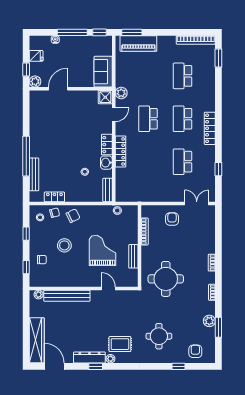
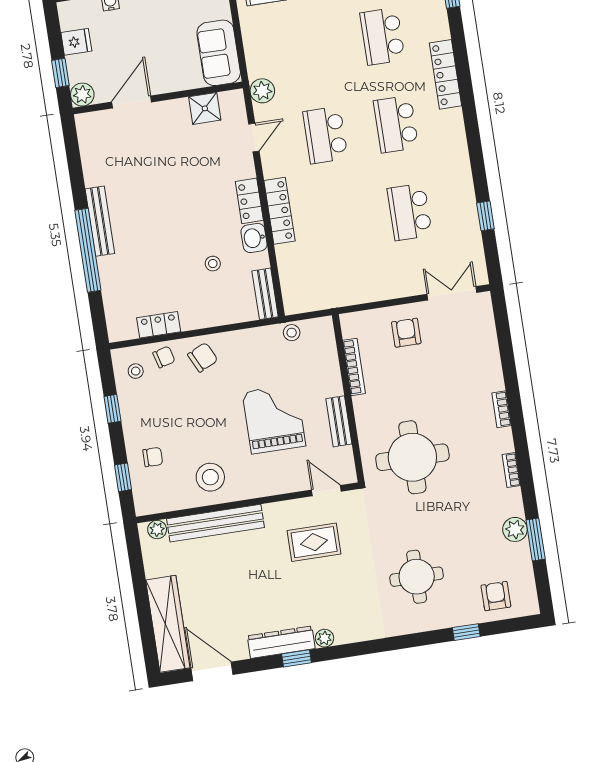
shower: (105, 97) -> (205, 108), moved
locker: (210, 128) -> (445, 74), moved
bench: (34, 174) -> (100, 221), moved
stool: (64, 245) -> (210, 477), moved
door: (108, 288) -> (326, 491), moved
rug: (120, 344) -> (314, 542), moved

